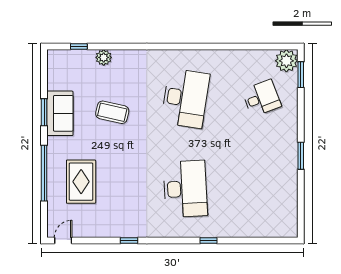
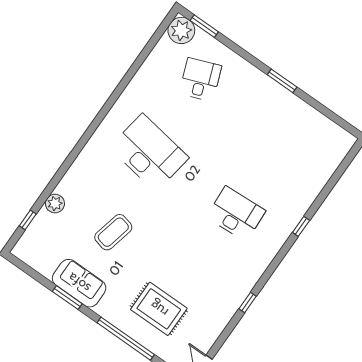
desk: (185, 189) -> (236, 214), width x0.73, depth x0.77

